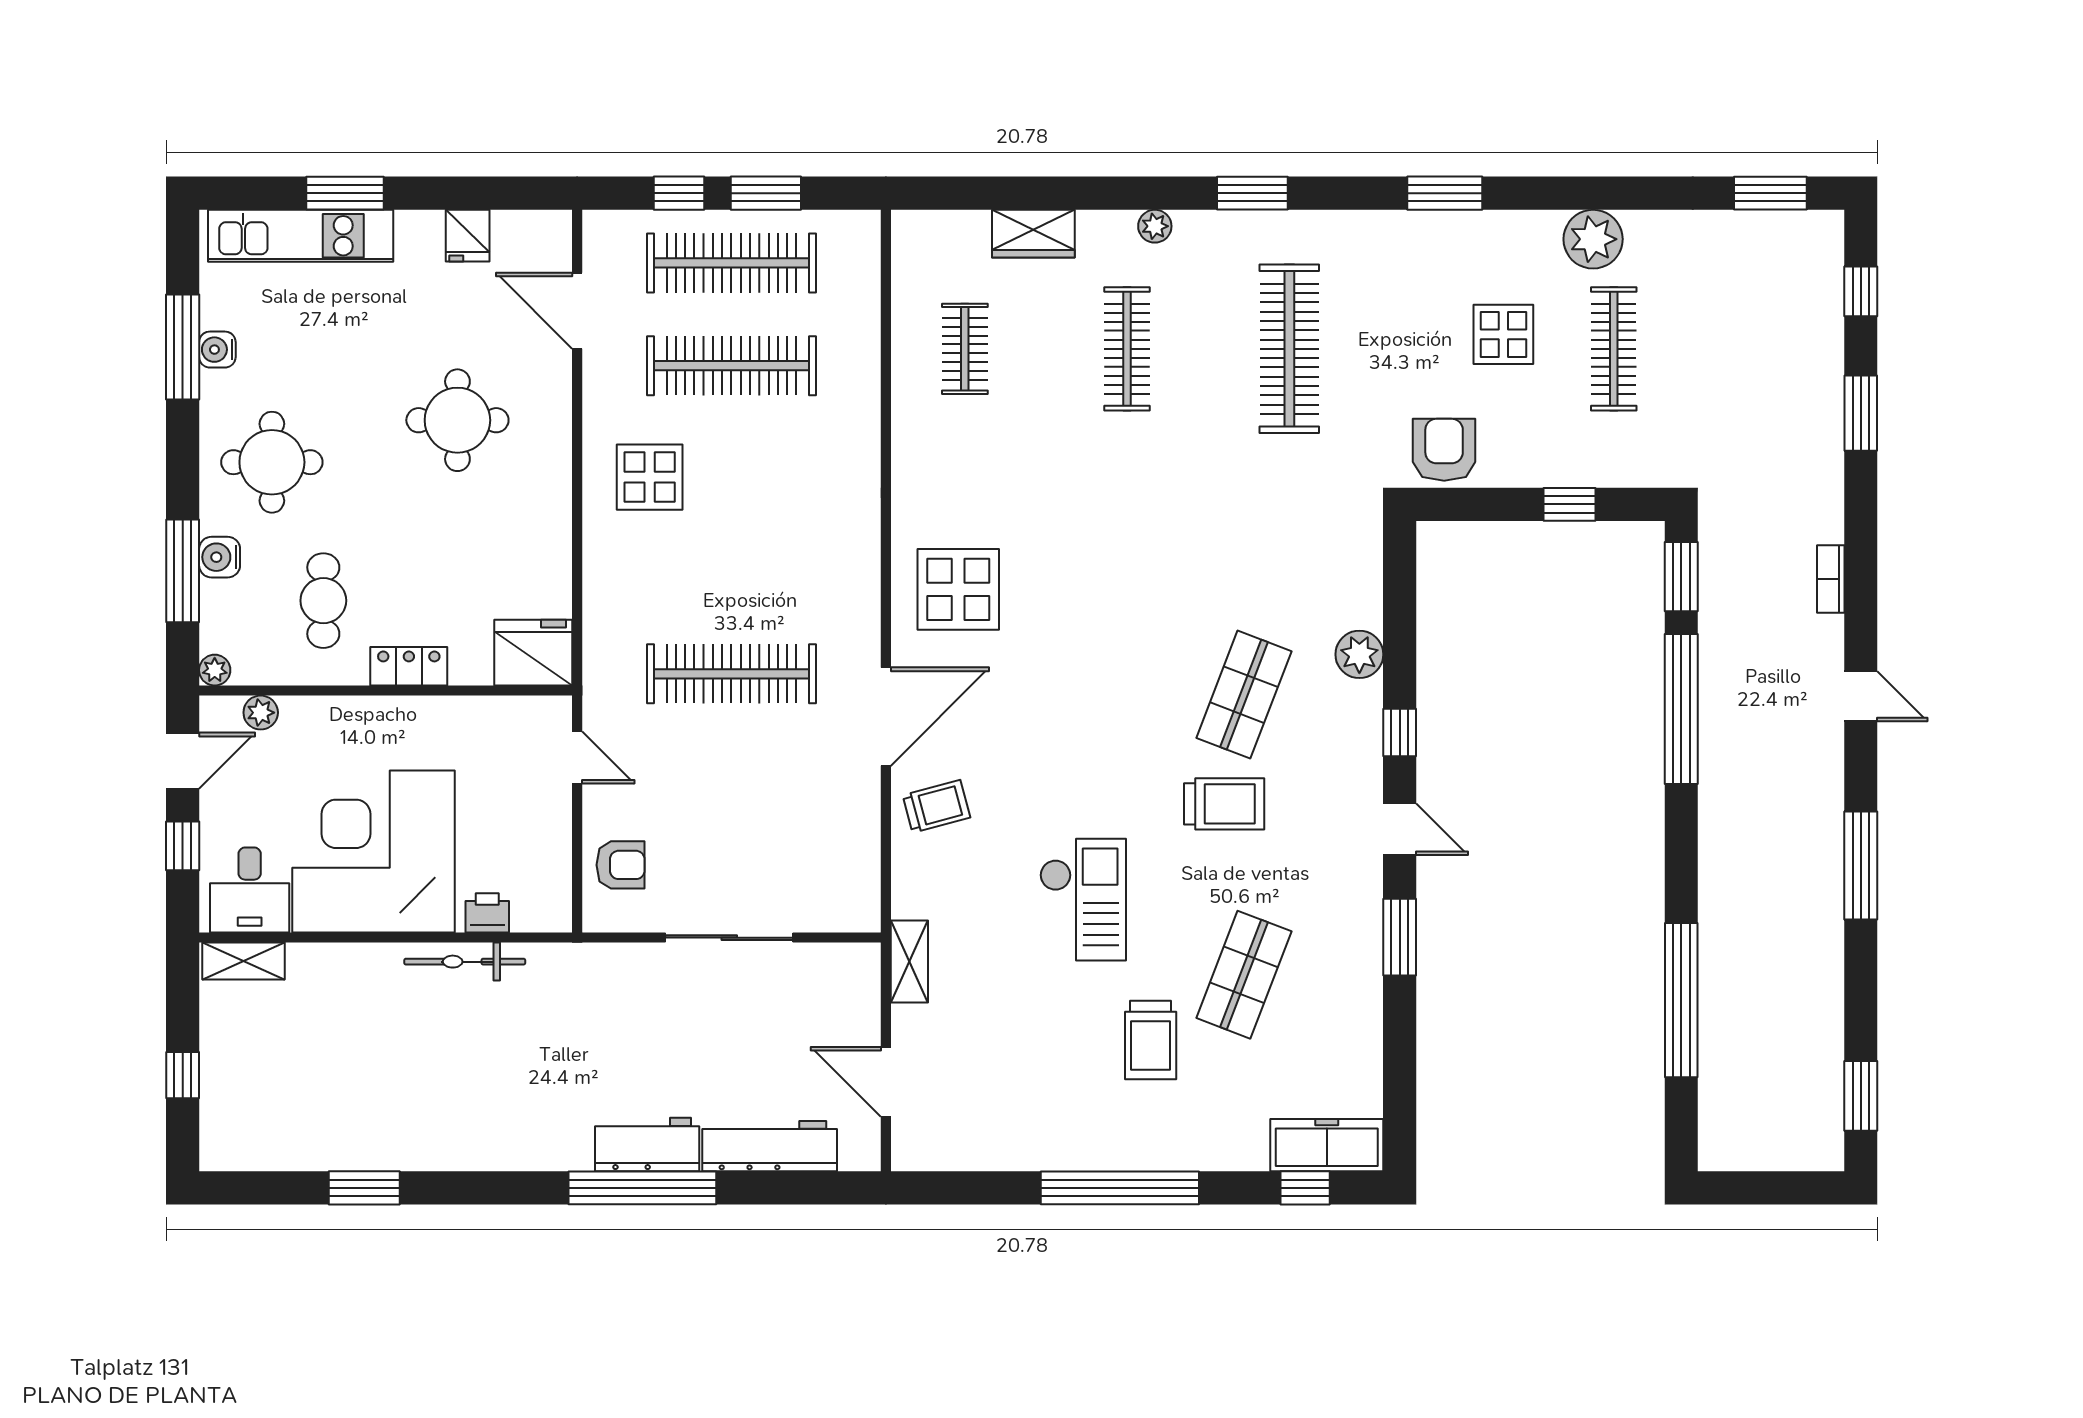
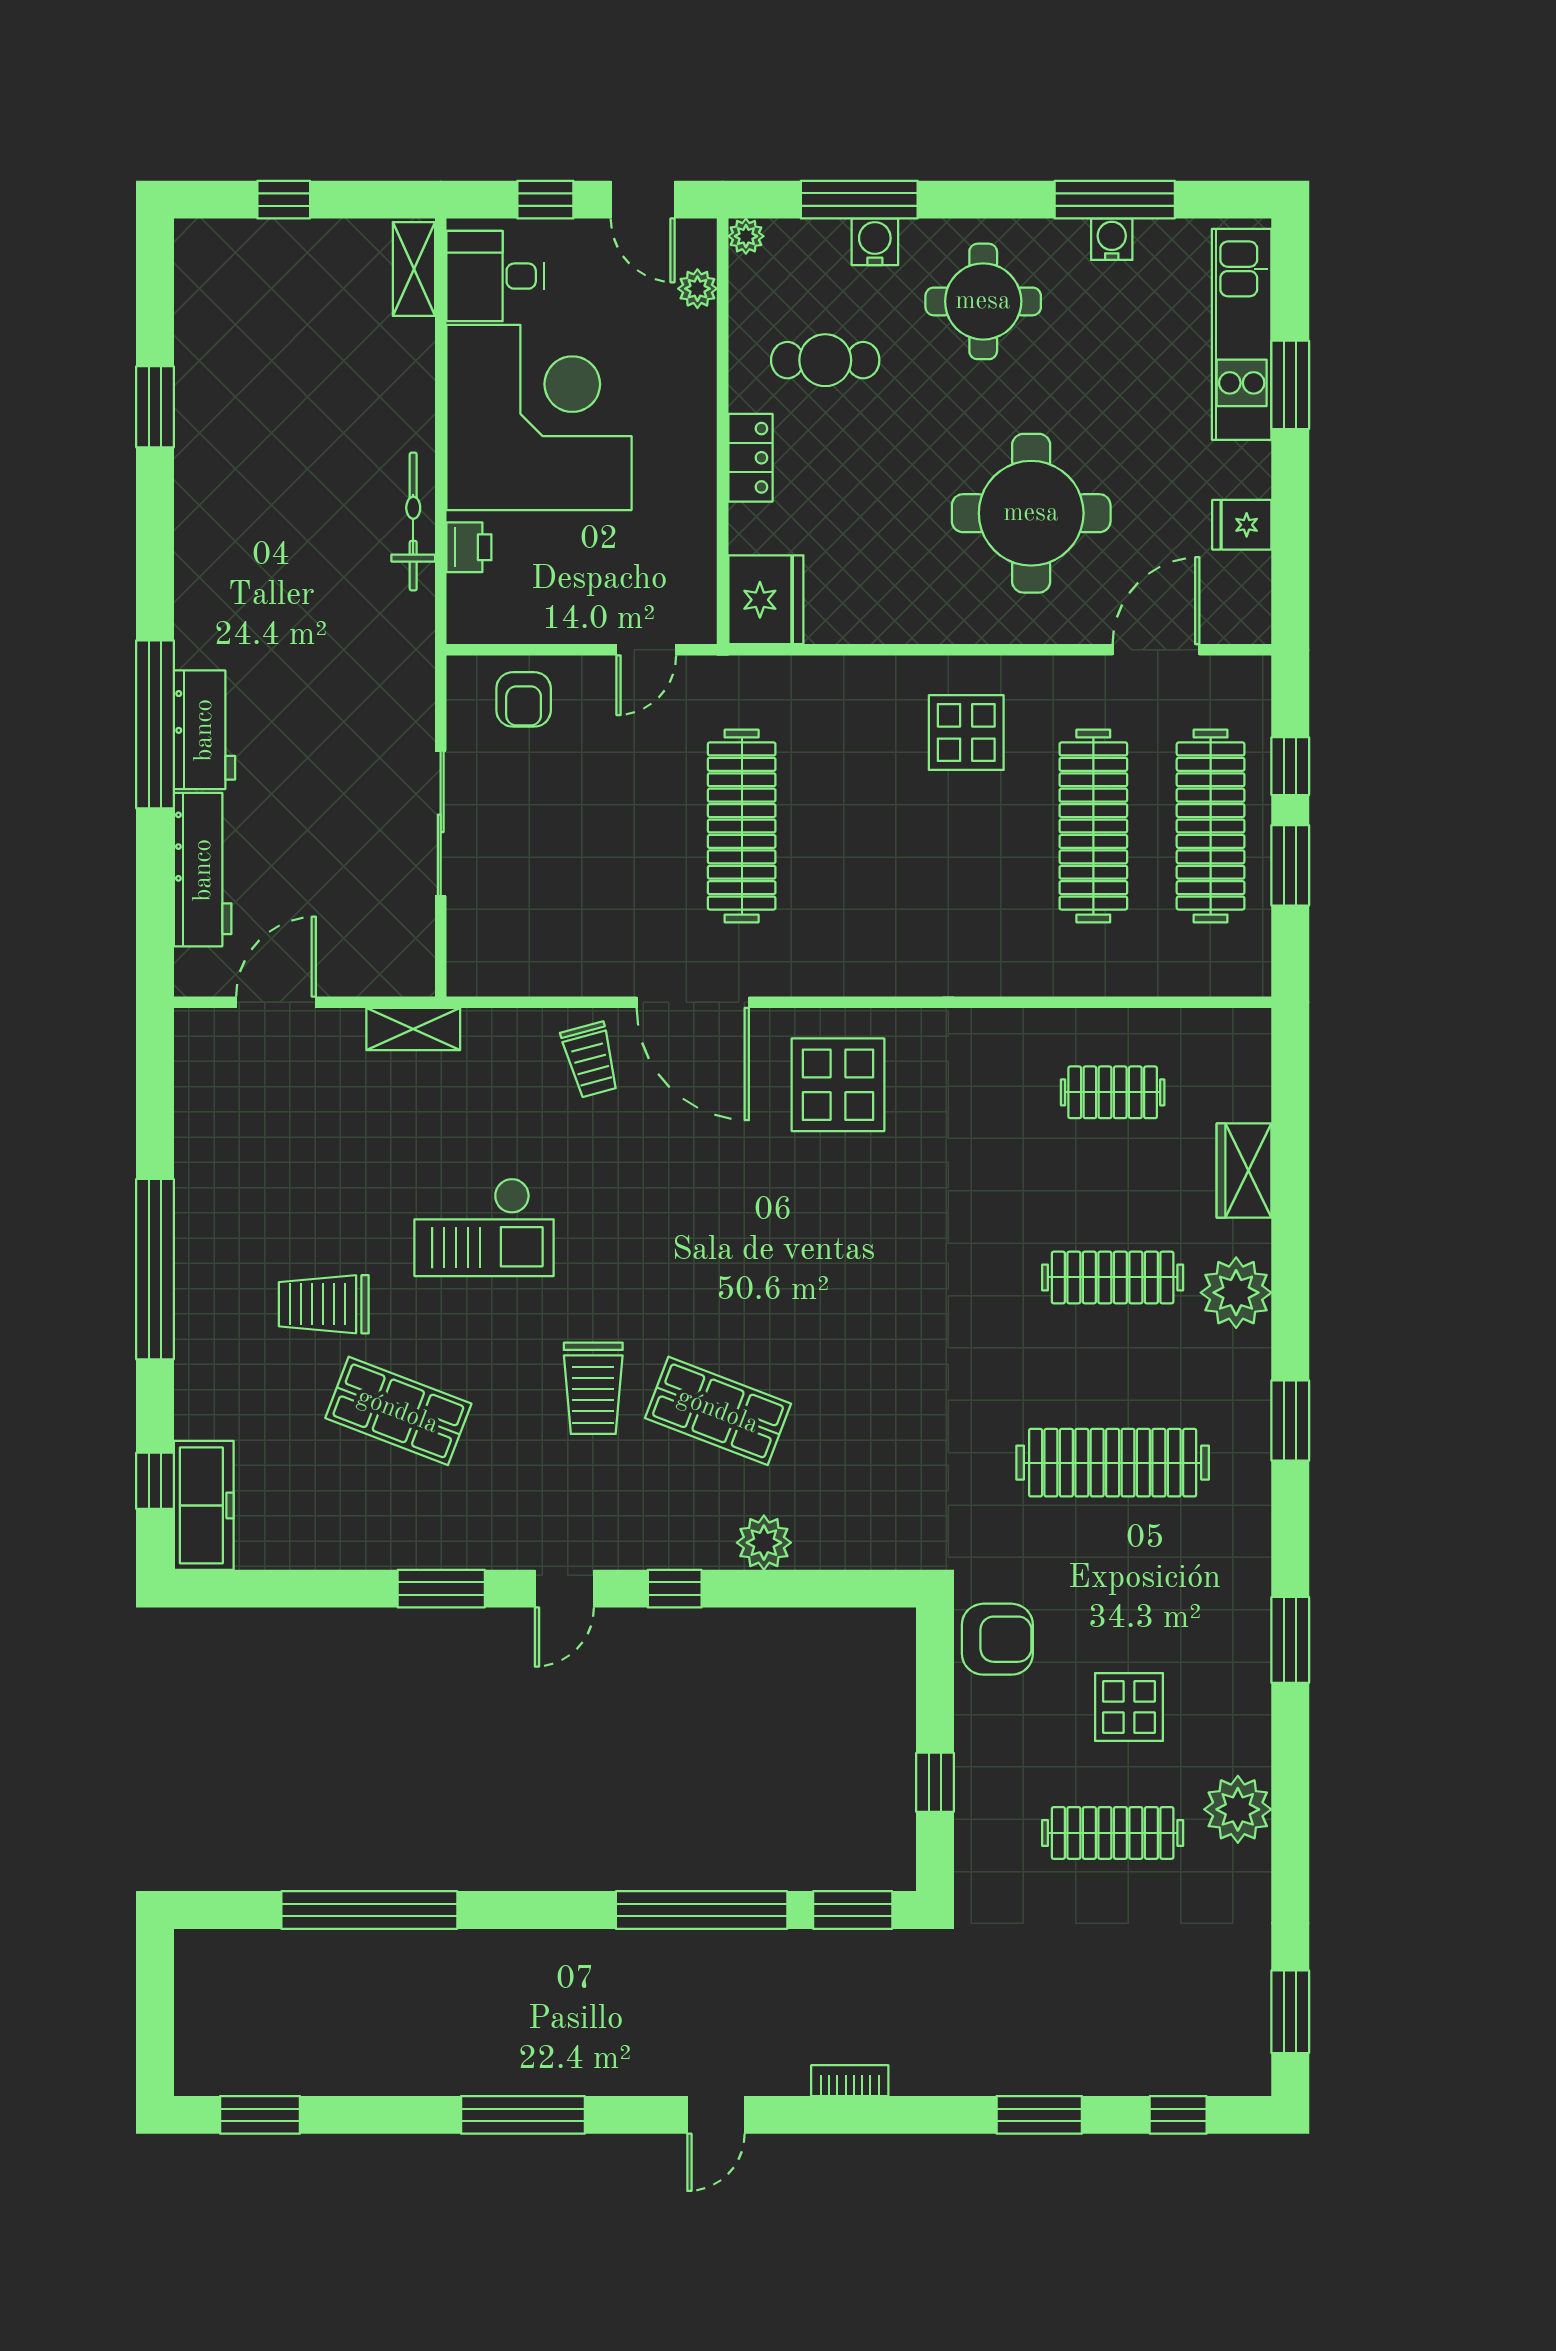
plant: (1155, 226) -> (1236, 1293), width x1.88, depth x1.88
round table: (457, 420) -> (1031, 513), width x1.36, depth x1.36

